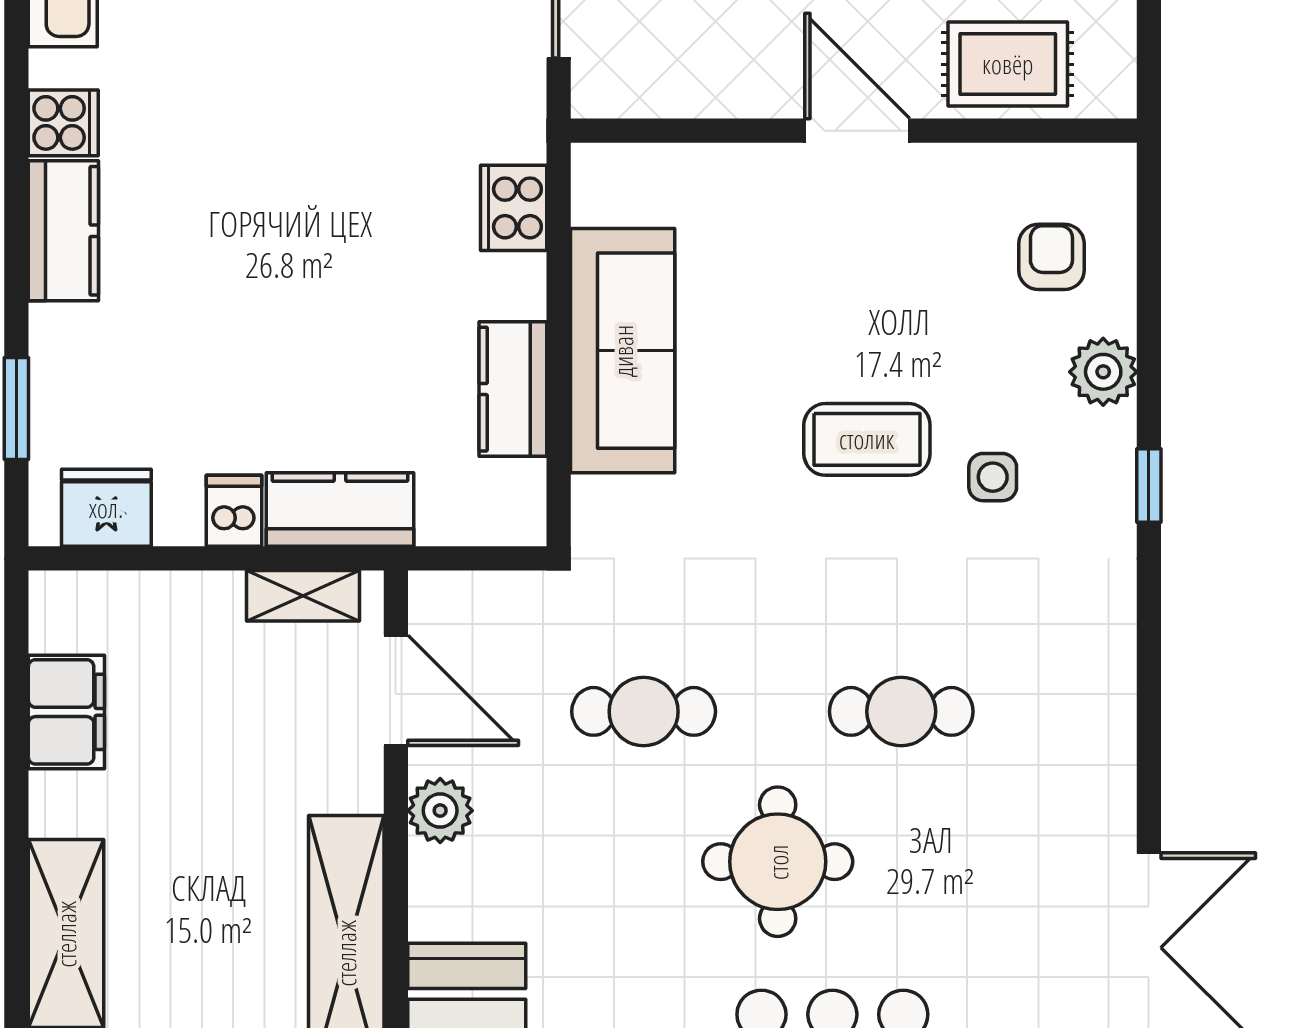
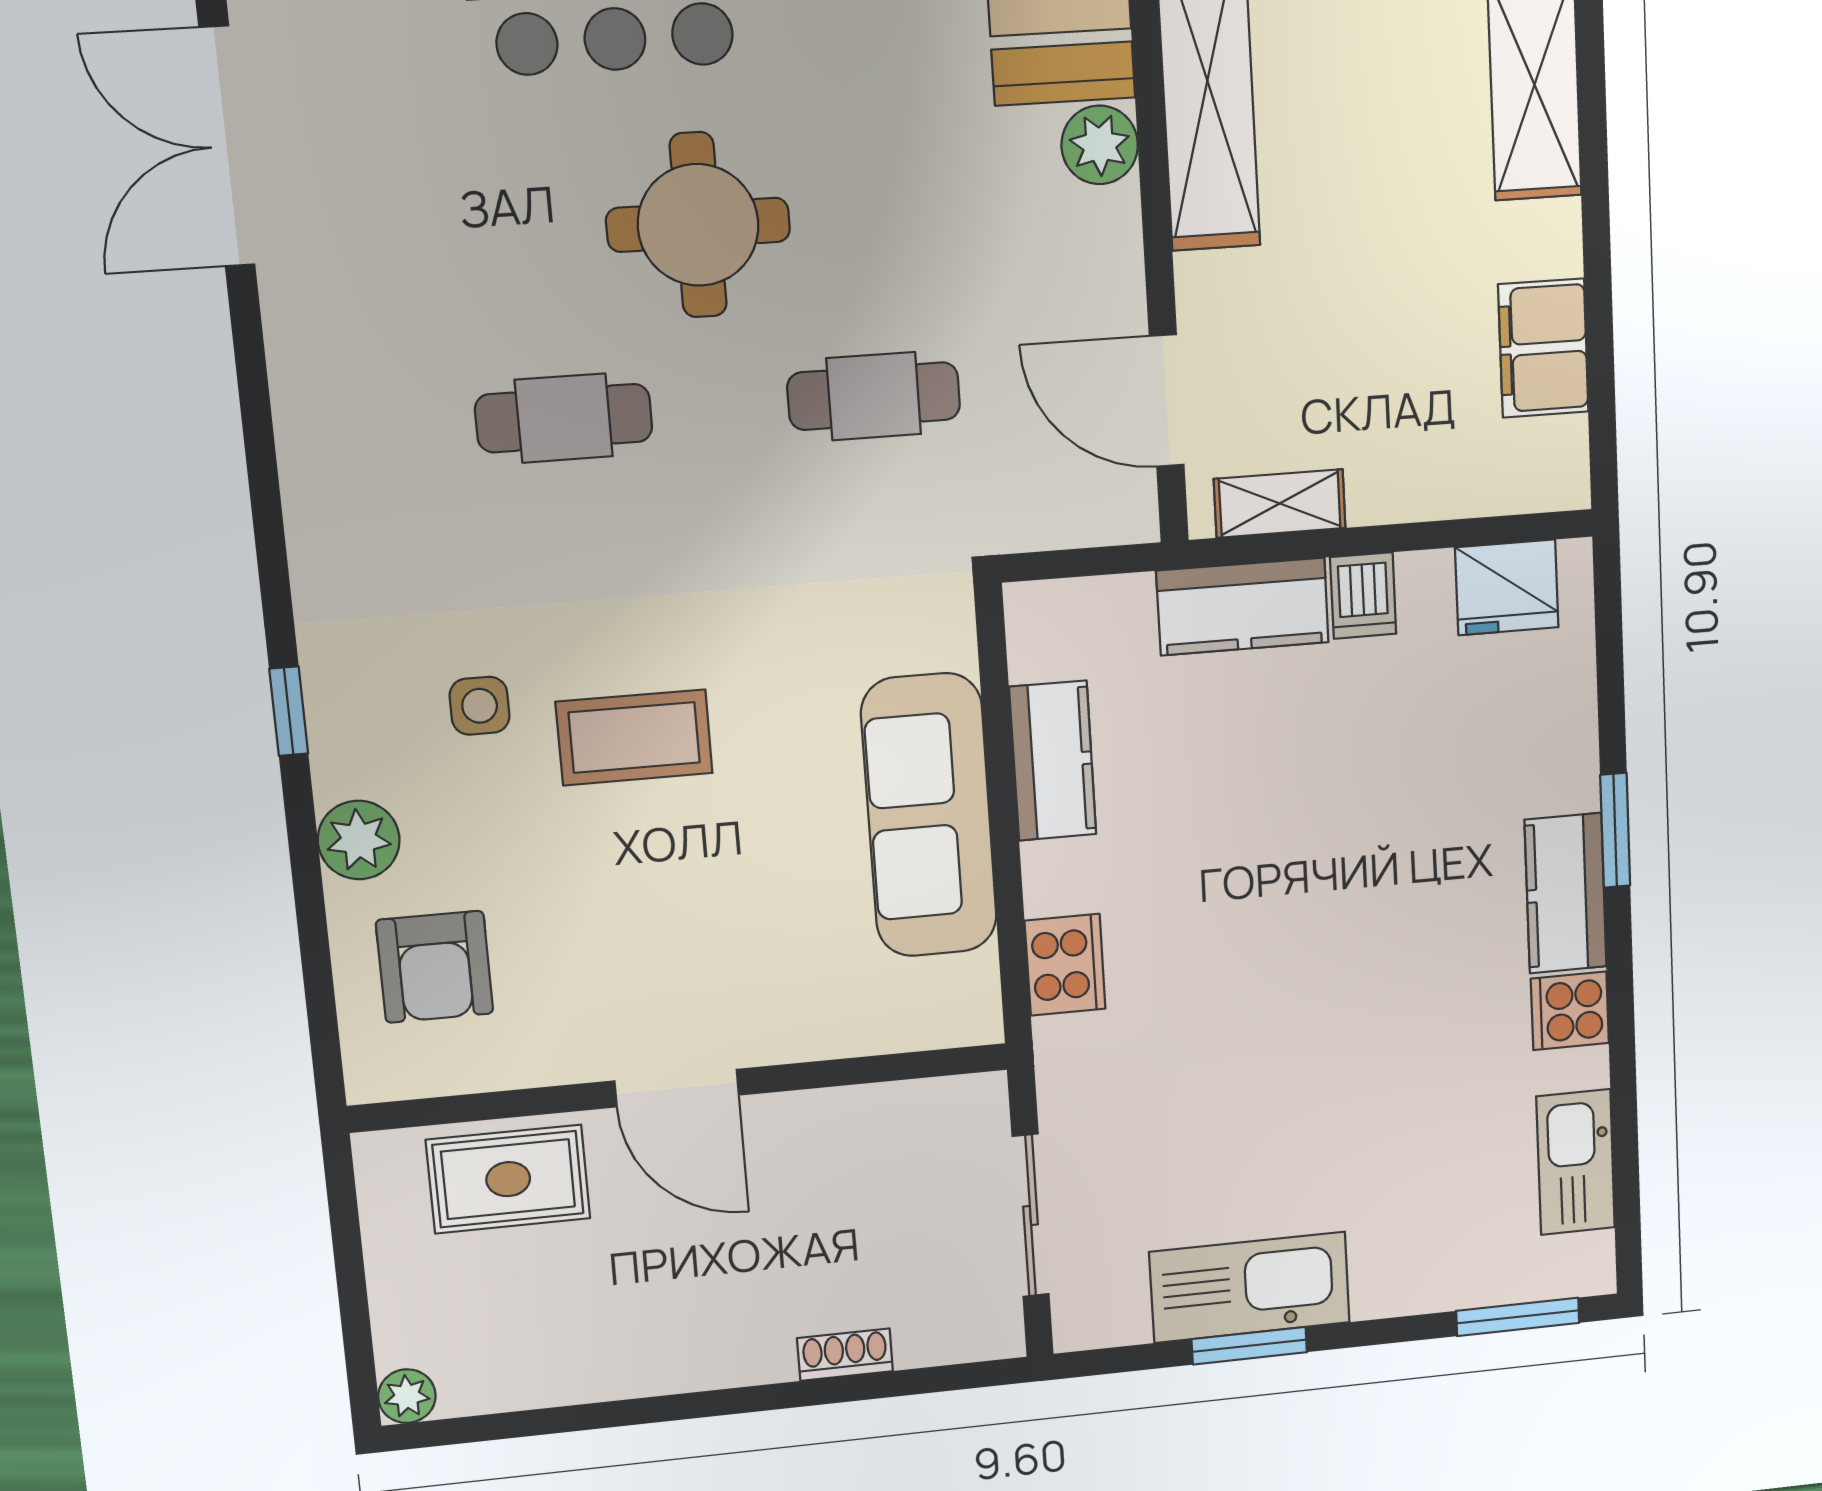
armchair: (1051, 257) -> (435, 967), width x1.38, depth x1.38
window: (16, 409) -> (1615, 830), moved
plant: (440, 811) -> (1100, 145), moved

